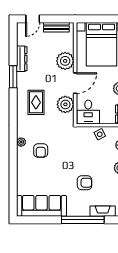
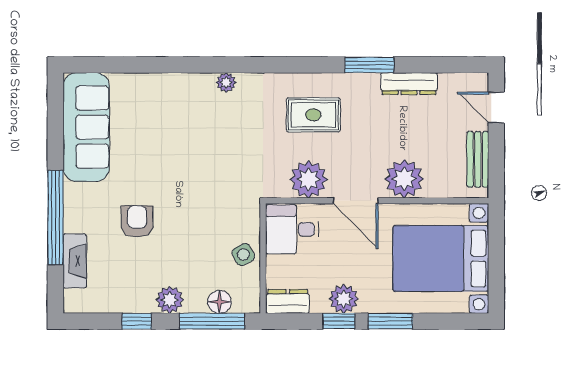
armchair: (41, 150) -> (208, 125), removed
armchair: (85, 183) -> (137, 221), turned 180

